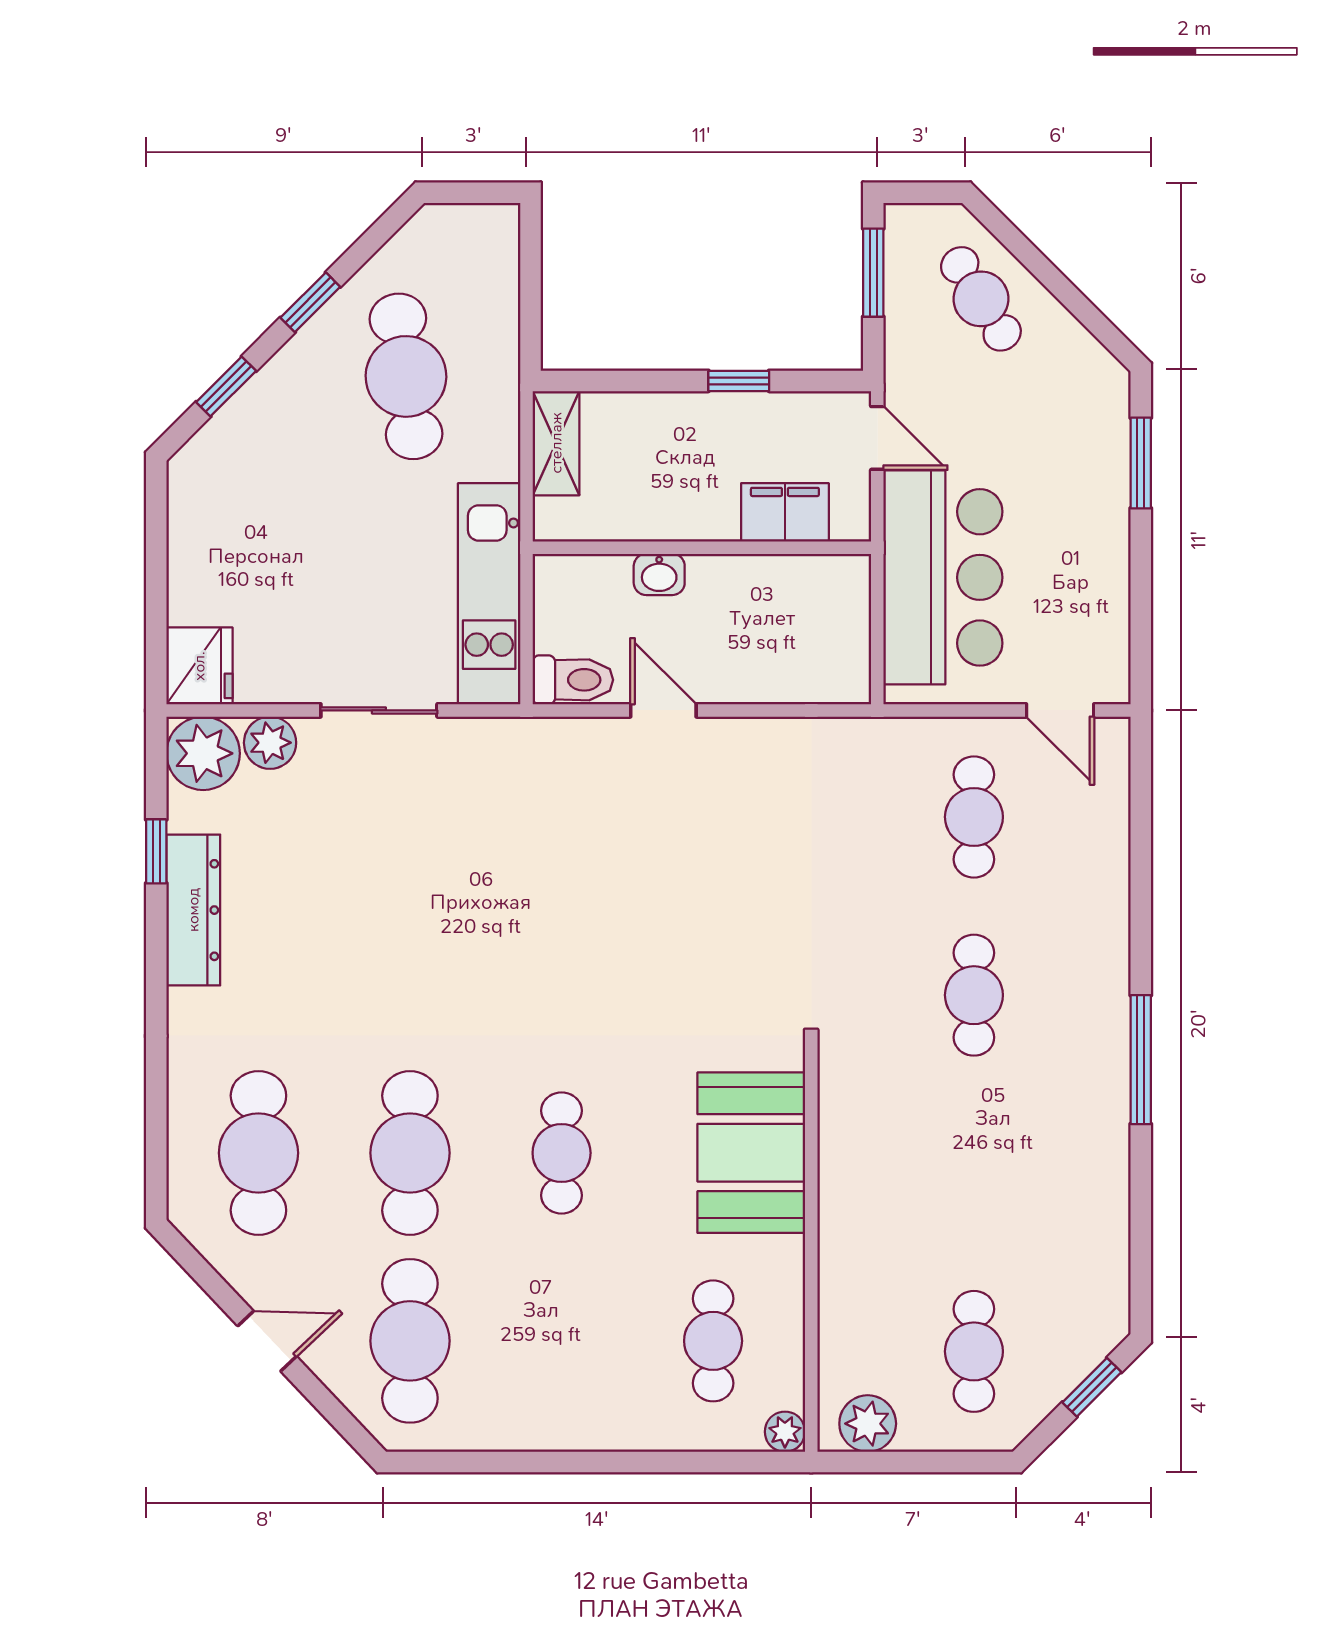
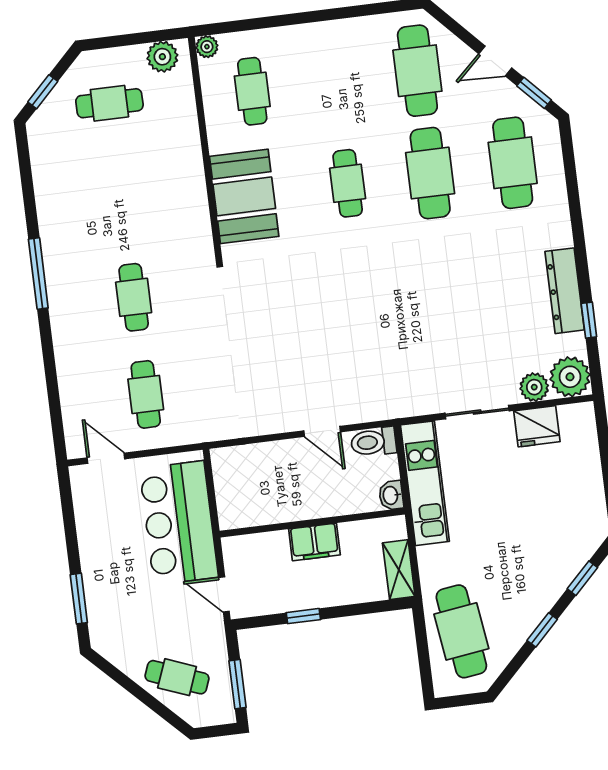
cafe table: (981, 299) -> (177, 677), turned -37
cafe table: (406, 376) -> (461, 631), moved
filing cabinet: (785, 512) -> (314, 542), moved
washbasin: (659, 574) -> (391, 495), moved, turned -90
fridge: (199, 666) -> (537, 426), moved, turned -90
window: (204, 1274) -> (534, 93), added
cafe table: (974, 1351) -> (109, 103), turned 90

